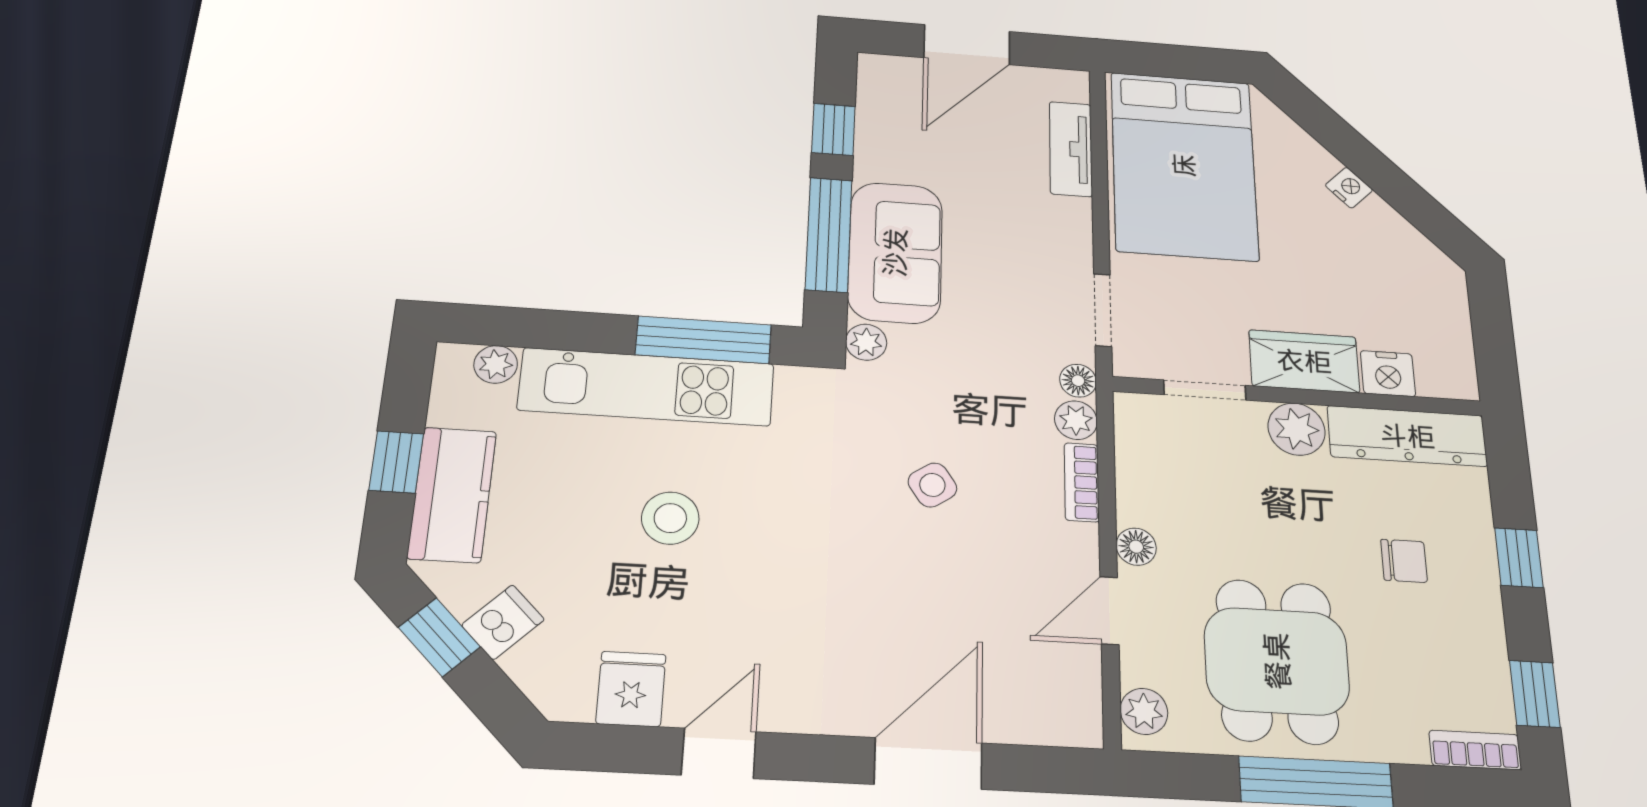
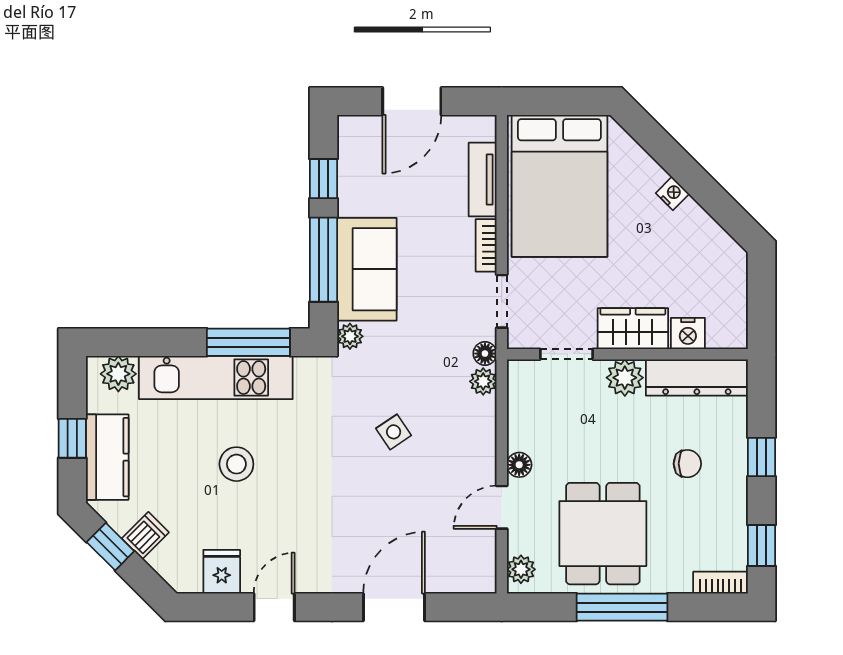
plant: (496, 364) -> (118, 374), width x1.38, depth x1.38
bookcase: (1082, 482) -> (486, 245), moved

